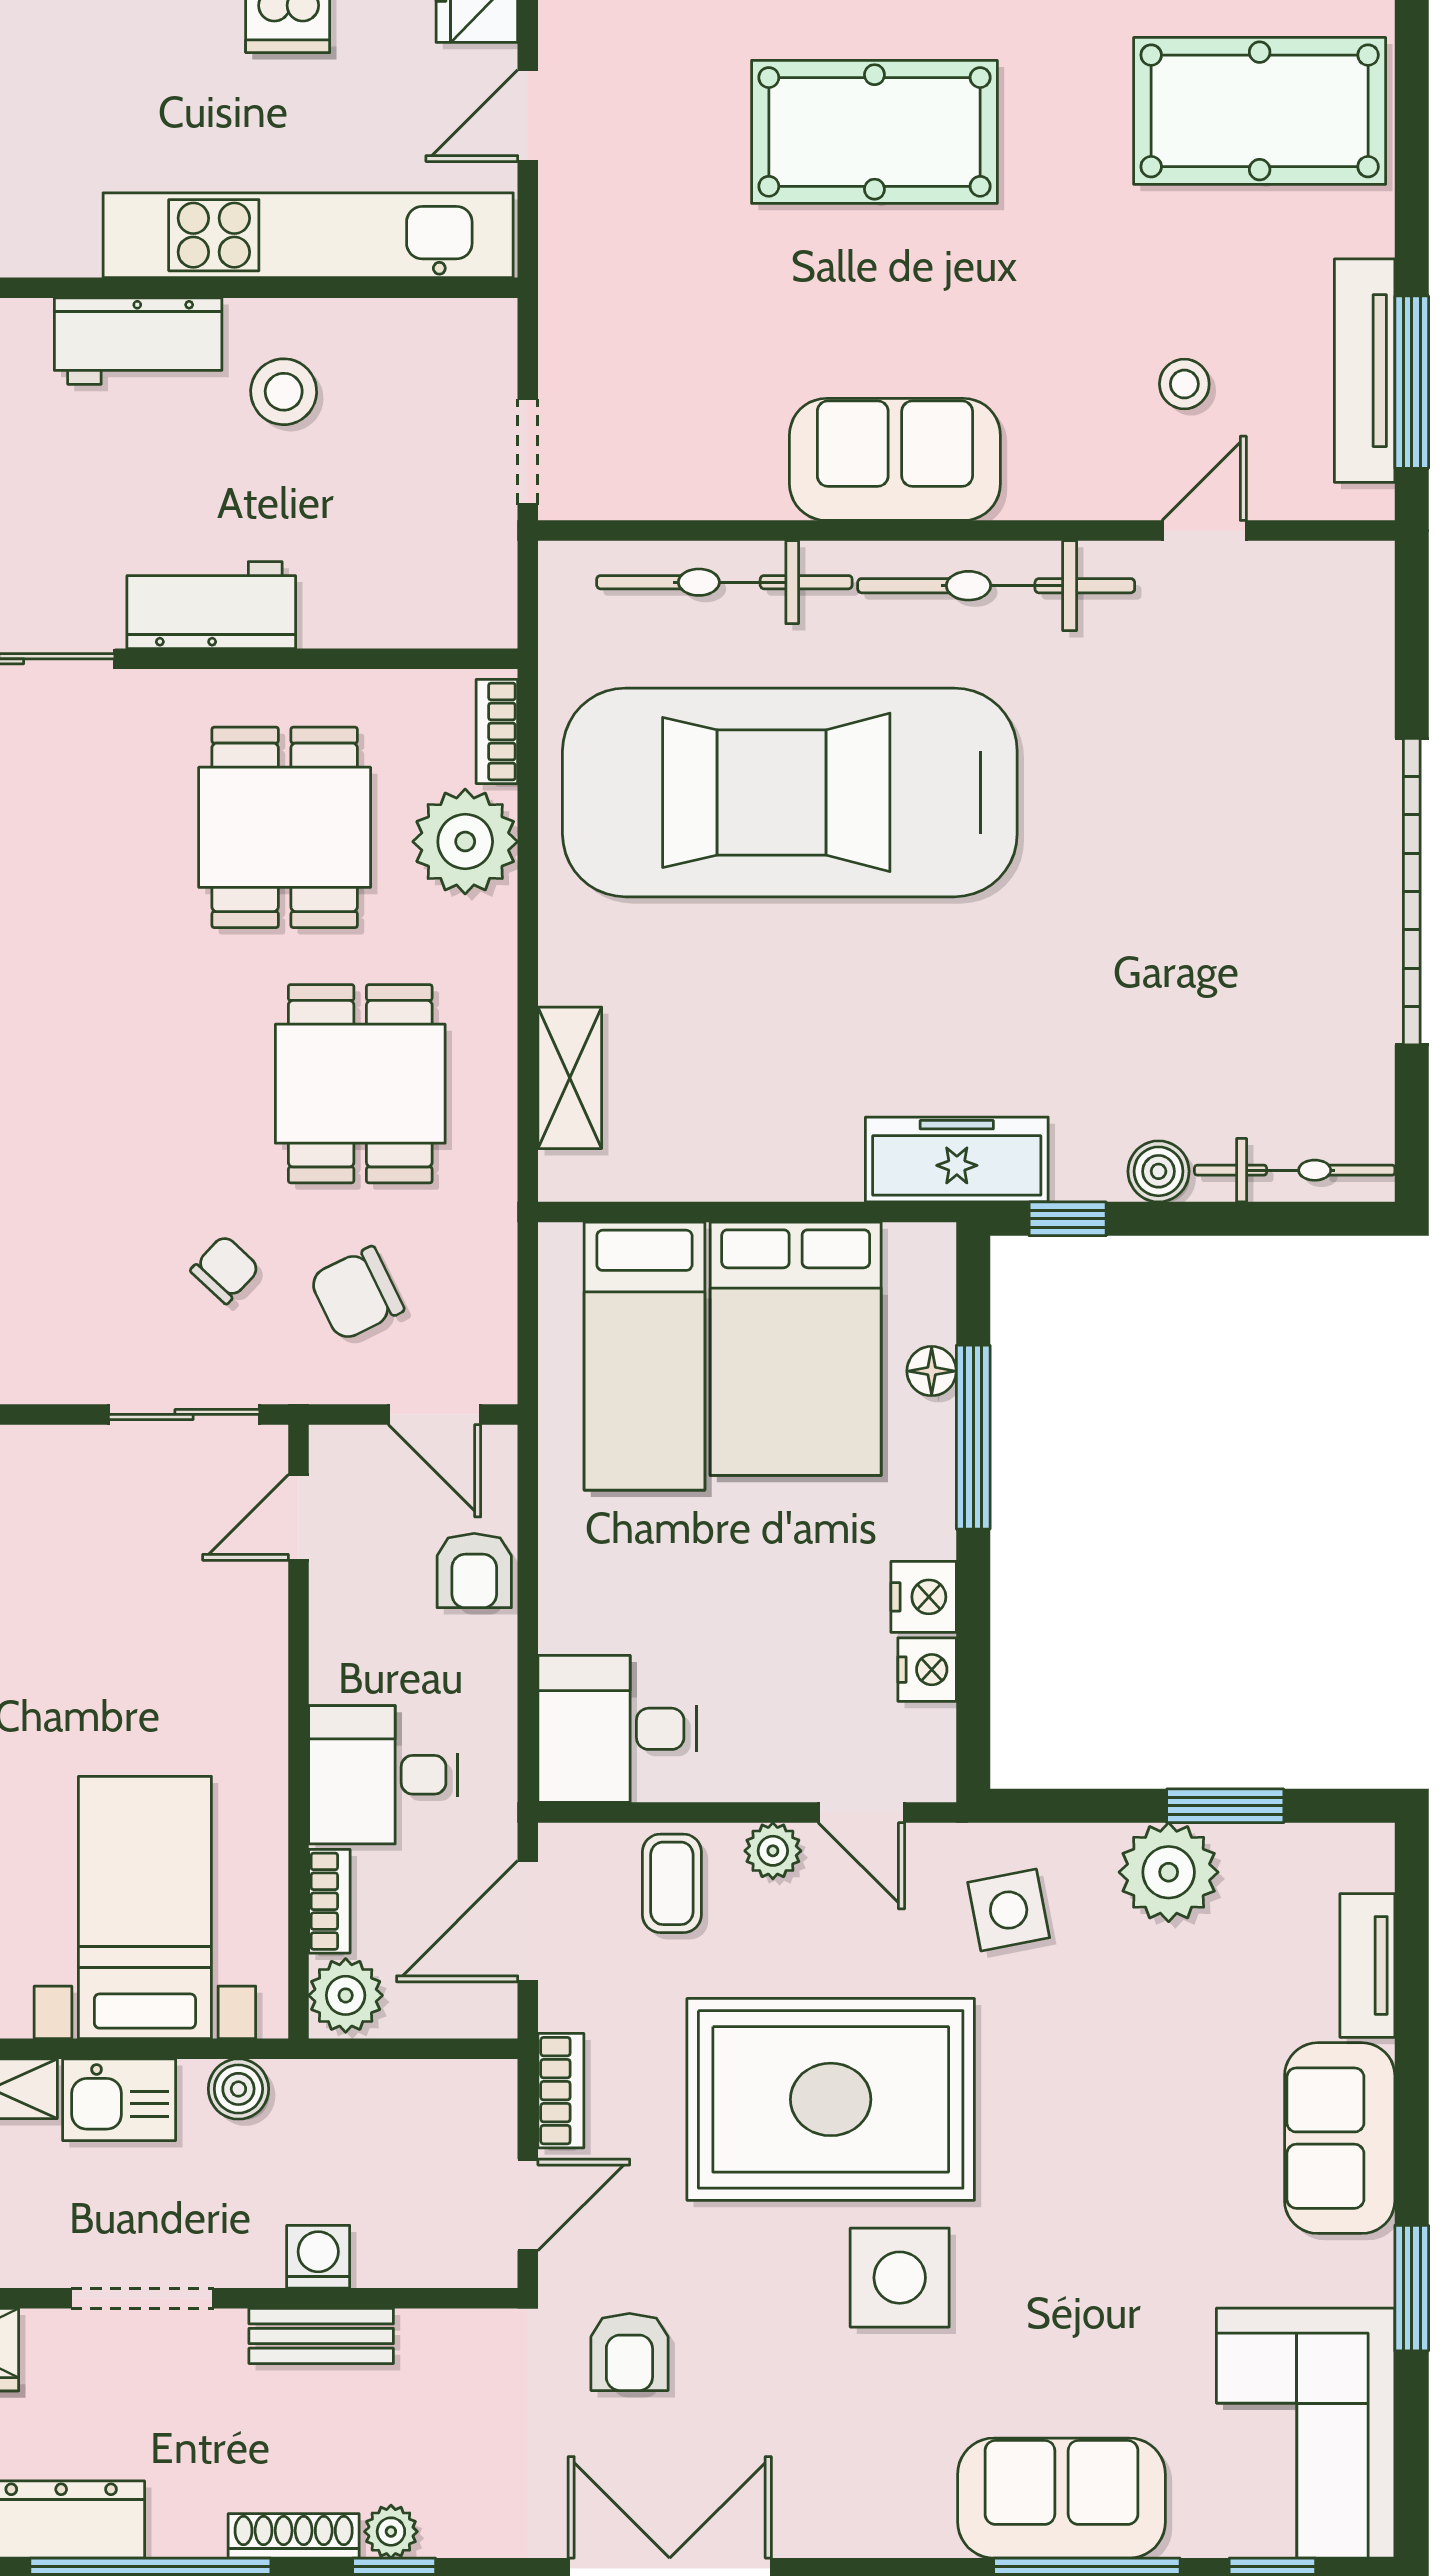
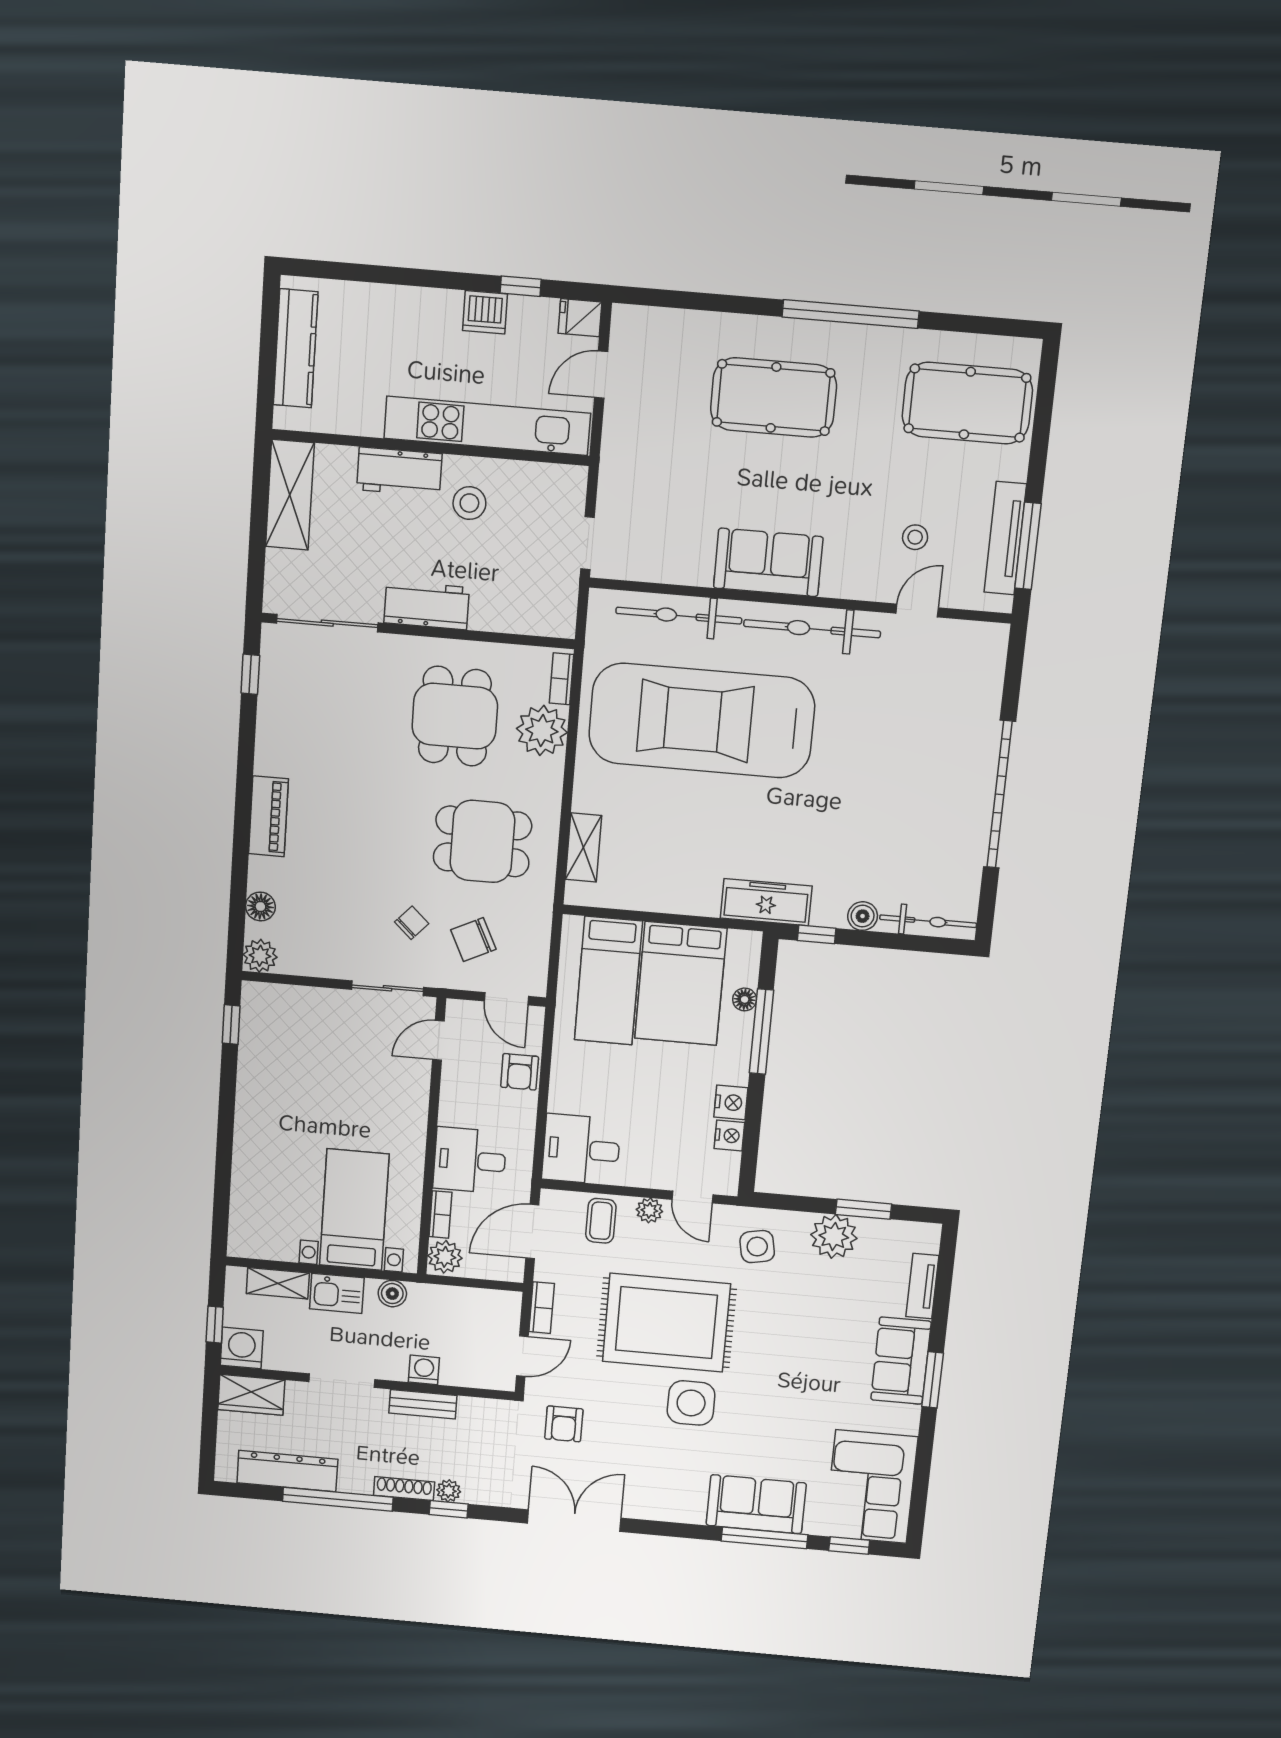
dining table: (360, 1084) -> (482, 841), turned 90
window: (1412, 2288) -> (933, 1380), moved

